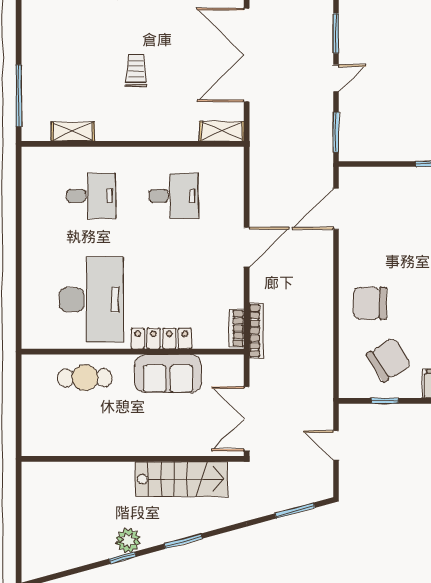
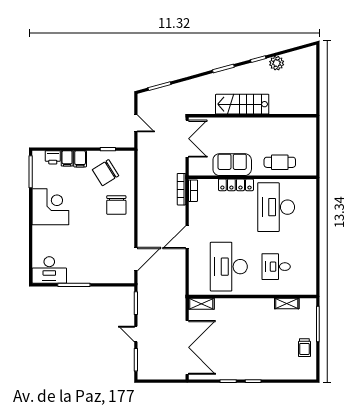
trolley: (136, 71) -> (304, 348), moved
door: (336, 78) -> (136, 334), hinge flipped
desk: (174, 196) -> (229, 267), width x1.87, depth x1.30
chair: (370, 303) -> (116, 205), turned 90
stairs: (181, 479) -> (242, 104), moved
plant: (128, 540) -> (277, 63), moved

